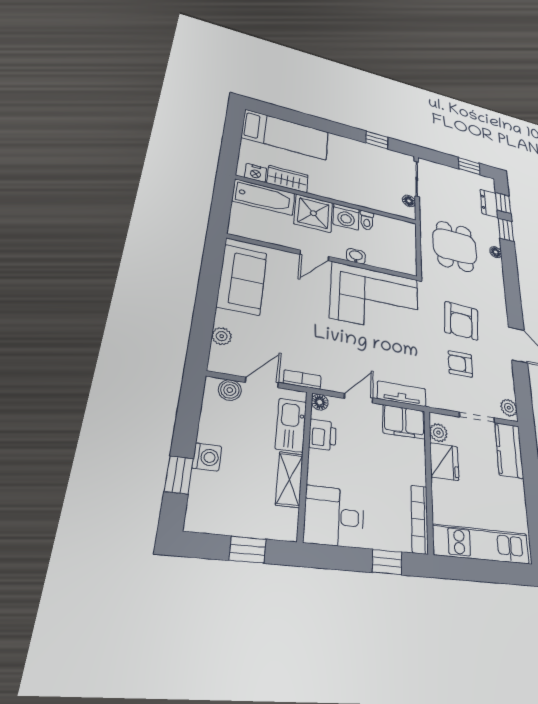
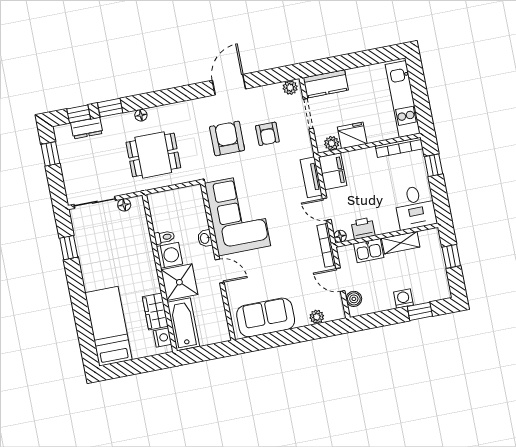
armchair: (461, 321) -> (227, 138), turned -93
bookcase: (302, 380) -> (326, 245), width x1.56
kitchen sink: (291, 425) -> (369, 251), width x0.73

